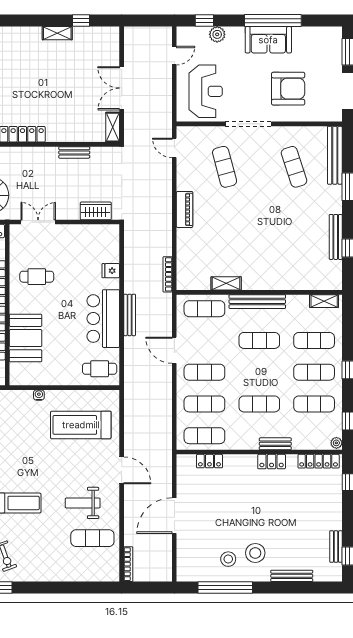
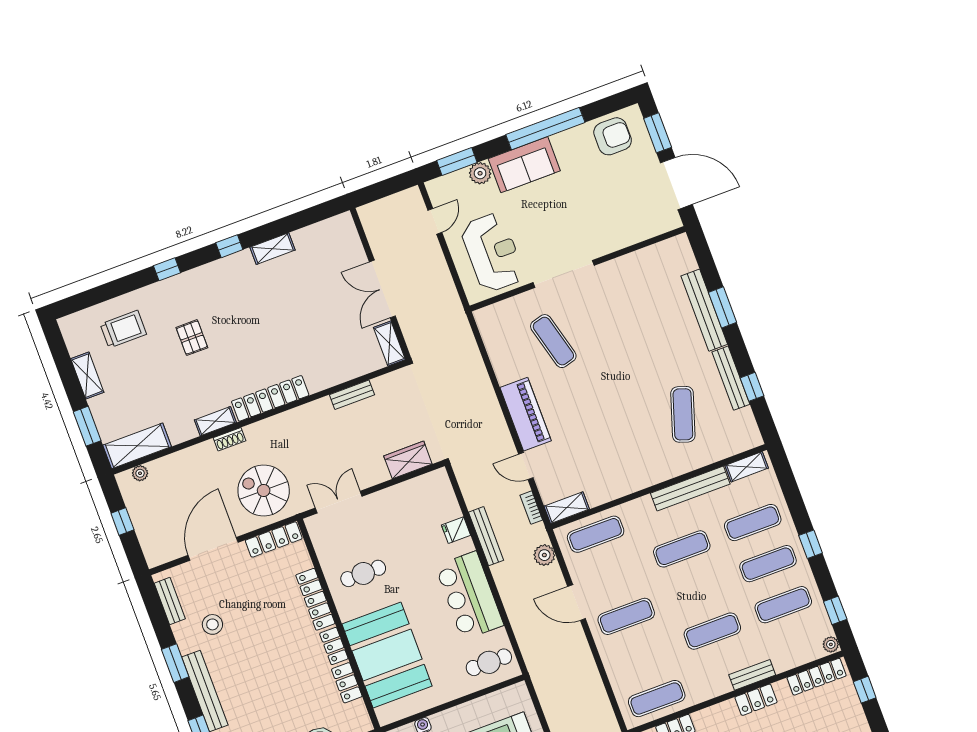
window: (81, 21) -> (229, 246), moved
window: (204, 21) -> (457, 162), width x1.50
sofa: (268, 40) -> (524, 165), moved
armchair: (288, 89) -> (613, 136), moved, width x0.73, depth x0.73
door: (174, 148) -> (526, 466), moved
bench: (335, 155) -> (704, 310), moved
exercise mat: (294, 167) -> (683, 414), moved, turned 36
piano: (185, 209) -> (526, 414), width x1.37, depth x1.33
bookcase: (168, 274) -> (531, 508), width x0.64
shelving: (226, 283) -> (567, 508), moved
bench: (257, 302) -> (690, 489), moved
plant: (164, 310) -> (544, 555), added
bench: (130, 315) -> (486, 536), moved
booth: (26, 338) -> (387, 655), width x1.36, depth x1.42
exercise mat: (204, 404) -> (641, 657), removed

